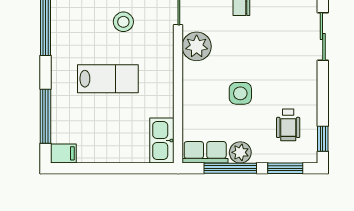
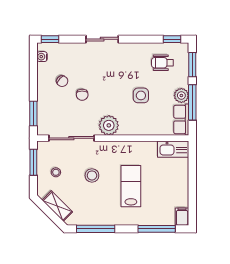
wheelchair: (288, 125) -> (163, 63), turned 180

